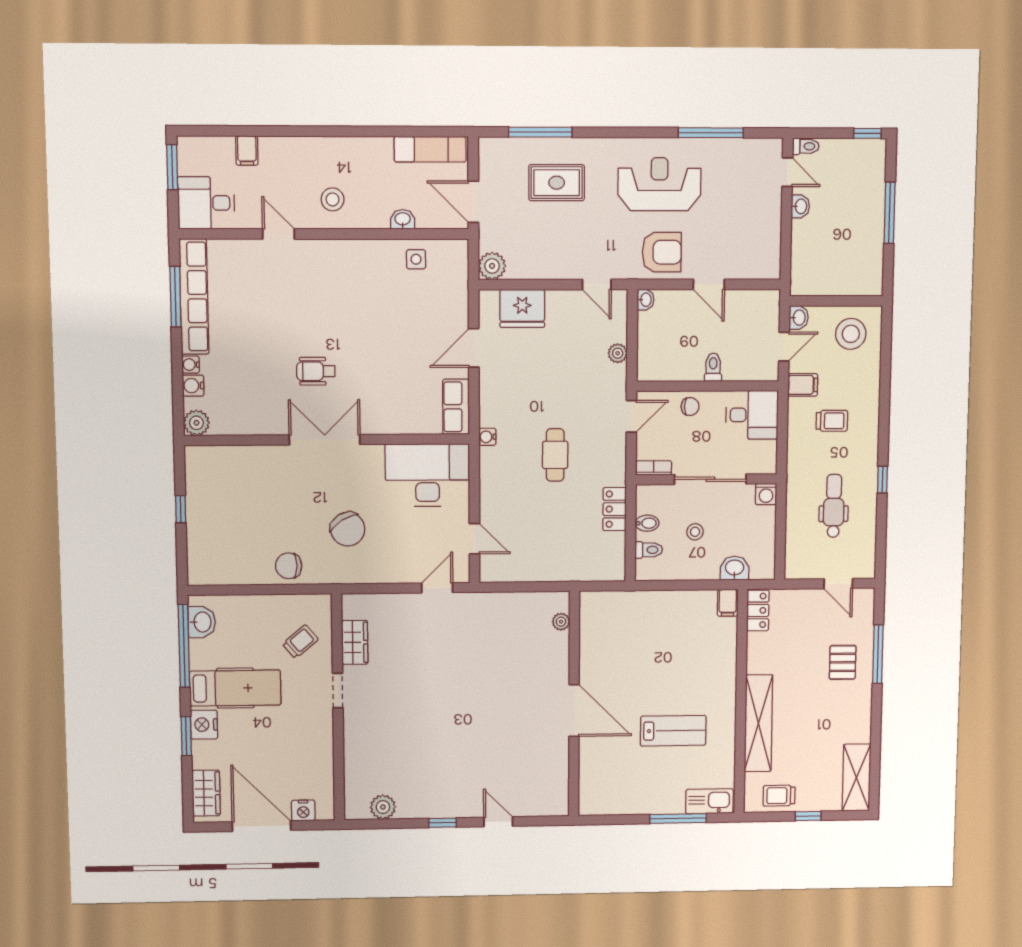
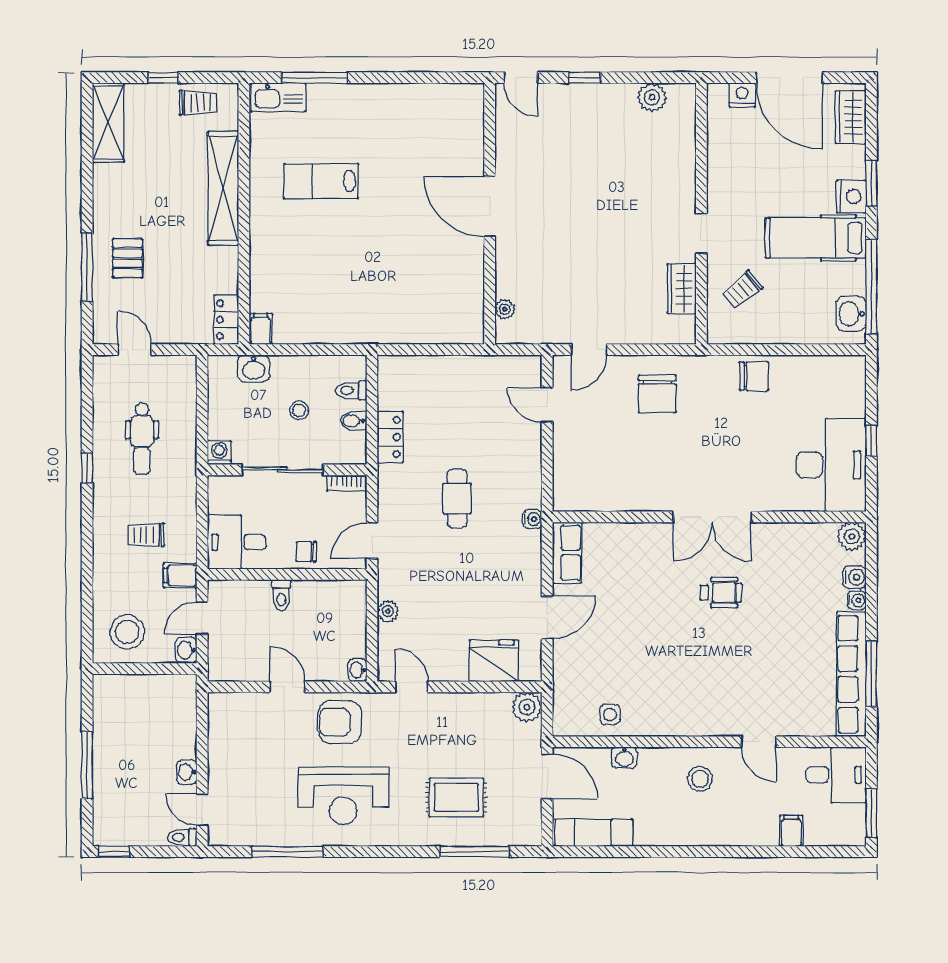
desk: (427, 475) -> (831, 465), moved, turned -90
chair: (348, 529) -> (657, 394), moved, turned -148
plant: (561, 622) -> (505, 309), moved
wall: (574, 704) -> (490, 214), moved
door: (574, 711) -> (490, 206), moved

